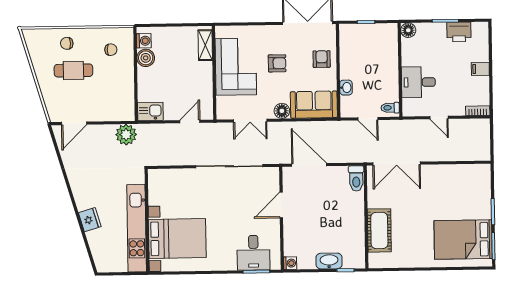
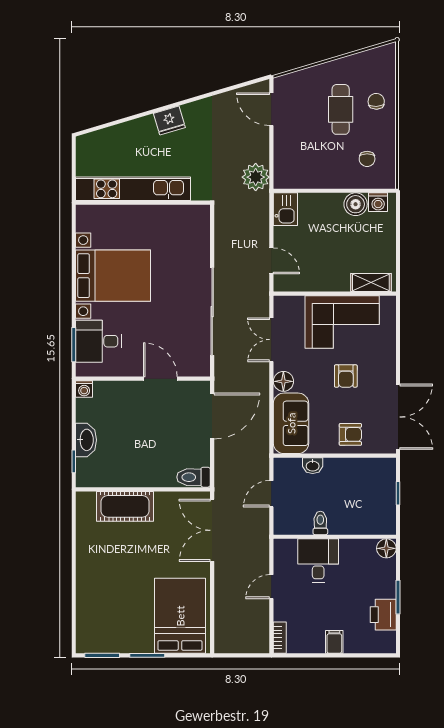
toilet: (390, 108) -> (320, 523), moved
fridge: (90, 220) -> (169, 121), moved
bed with nightstands: (177, 239) -> (113, 276), moved, turned -90
bed: (463, 240) -> (180, 616), moved

